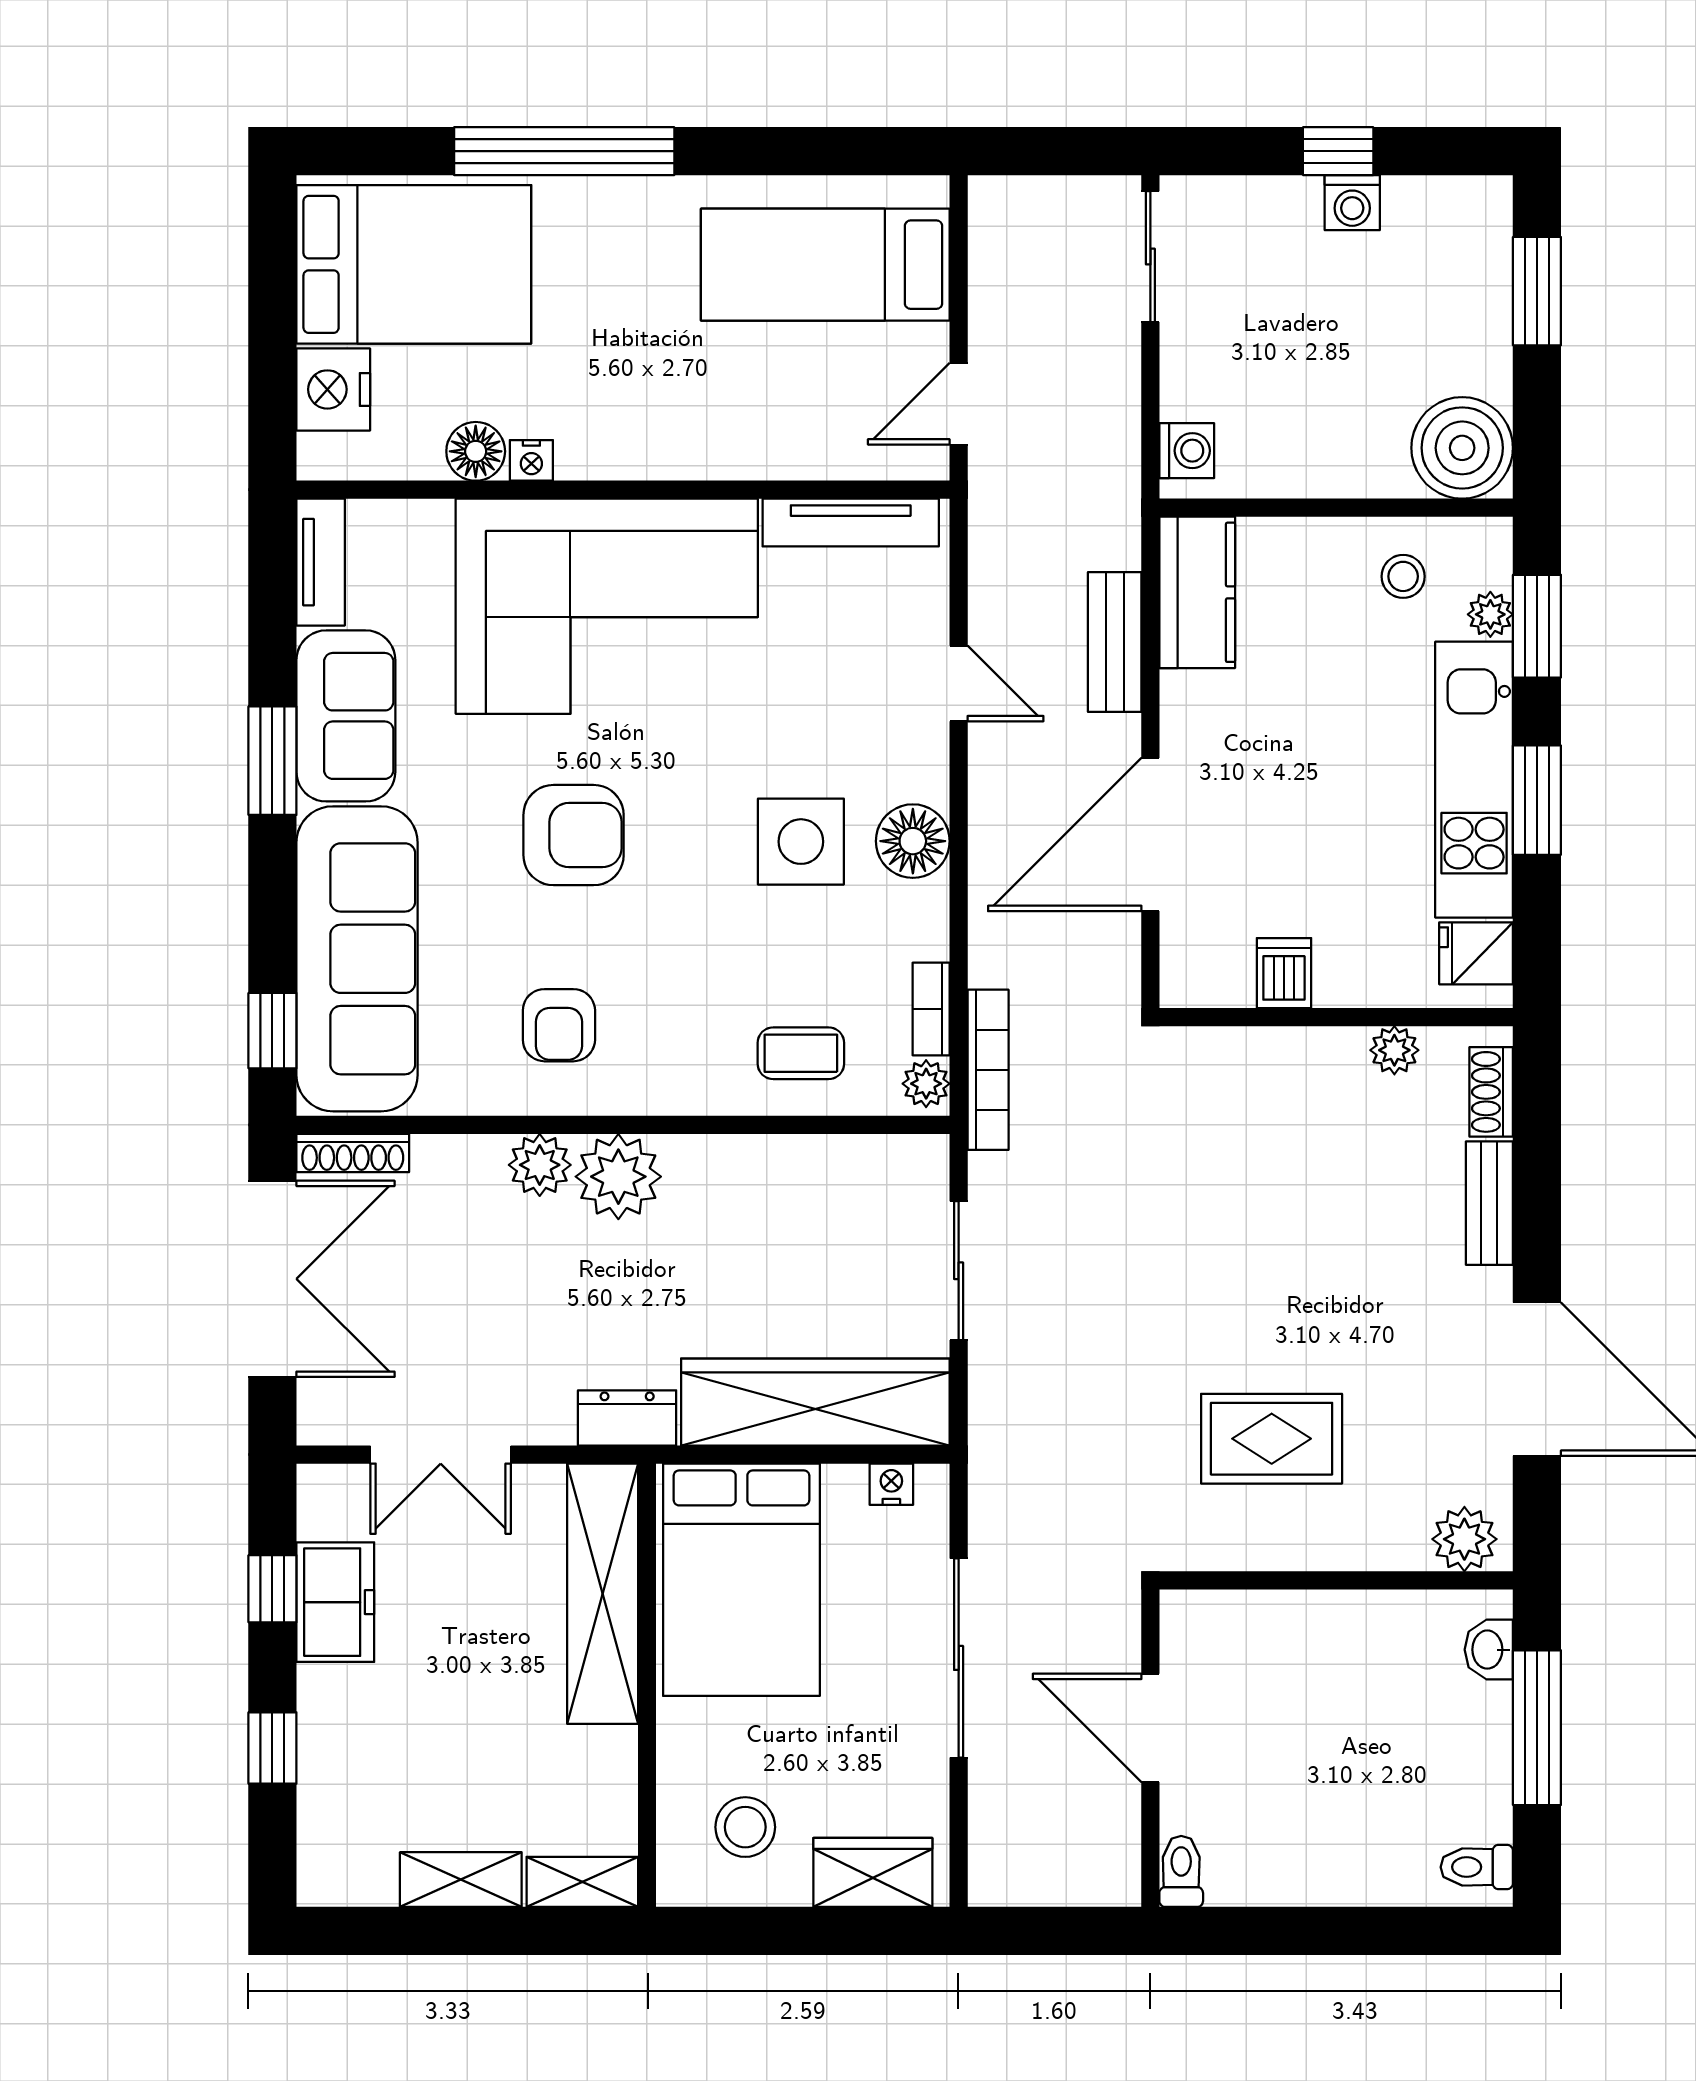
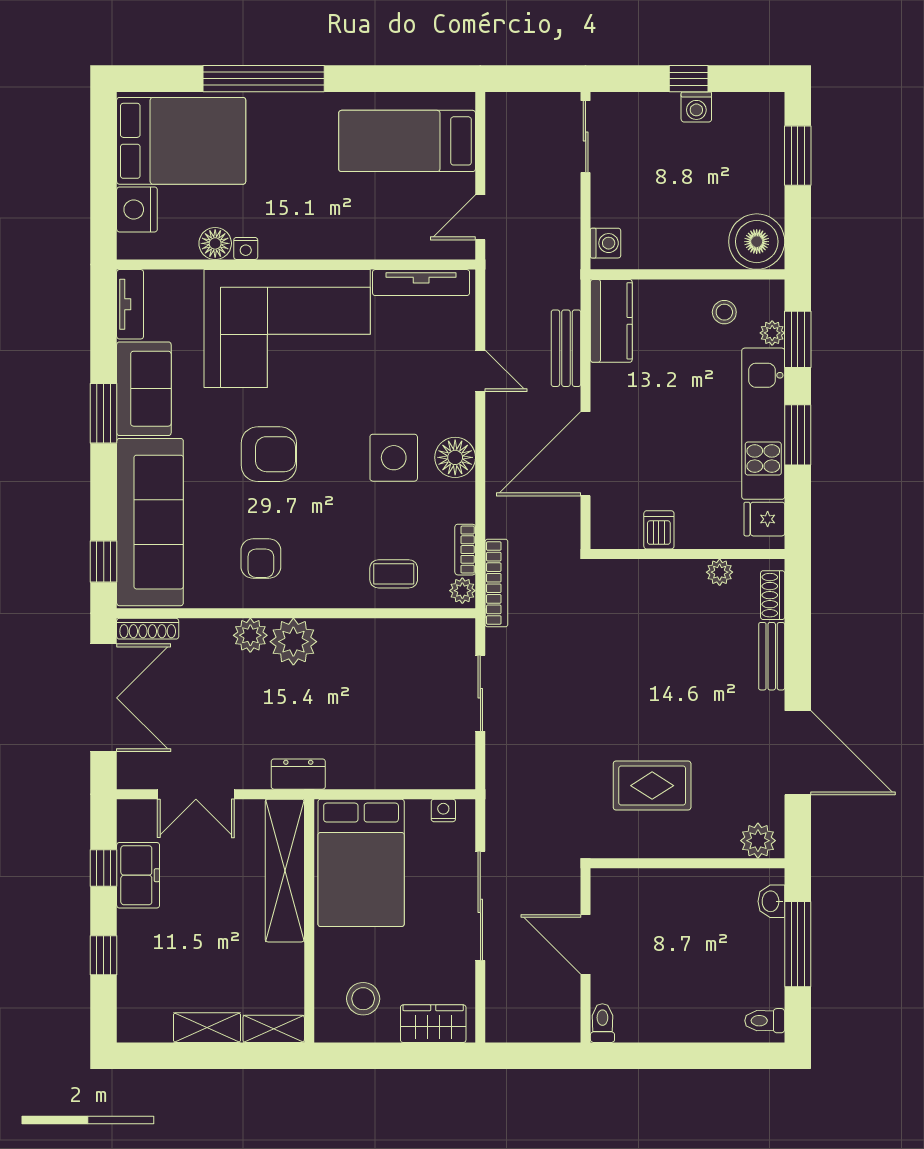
wardrobe: (815, 1402) -> (402, 765), removed

